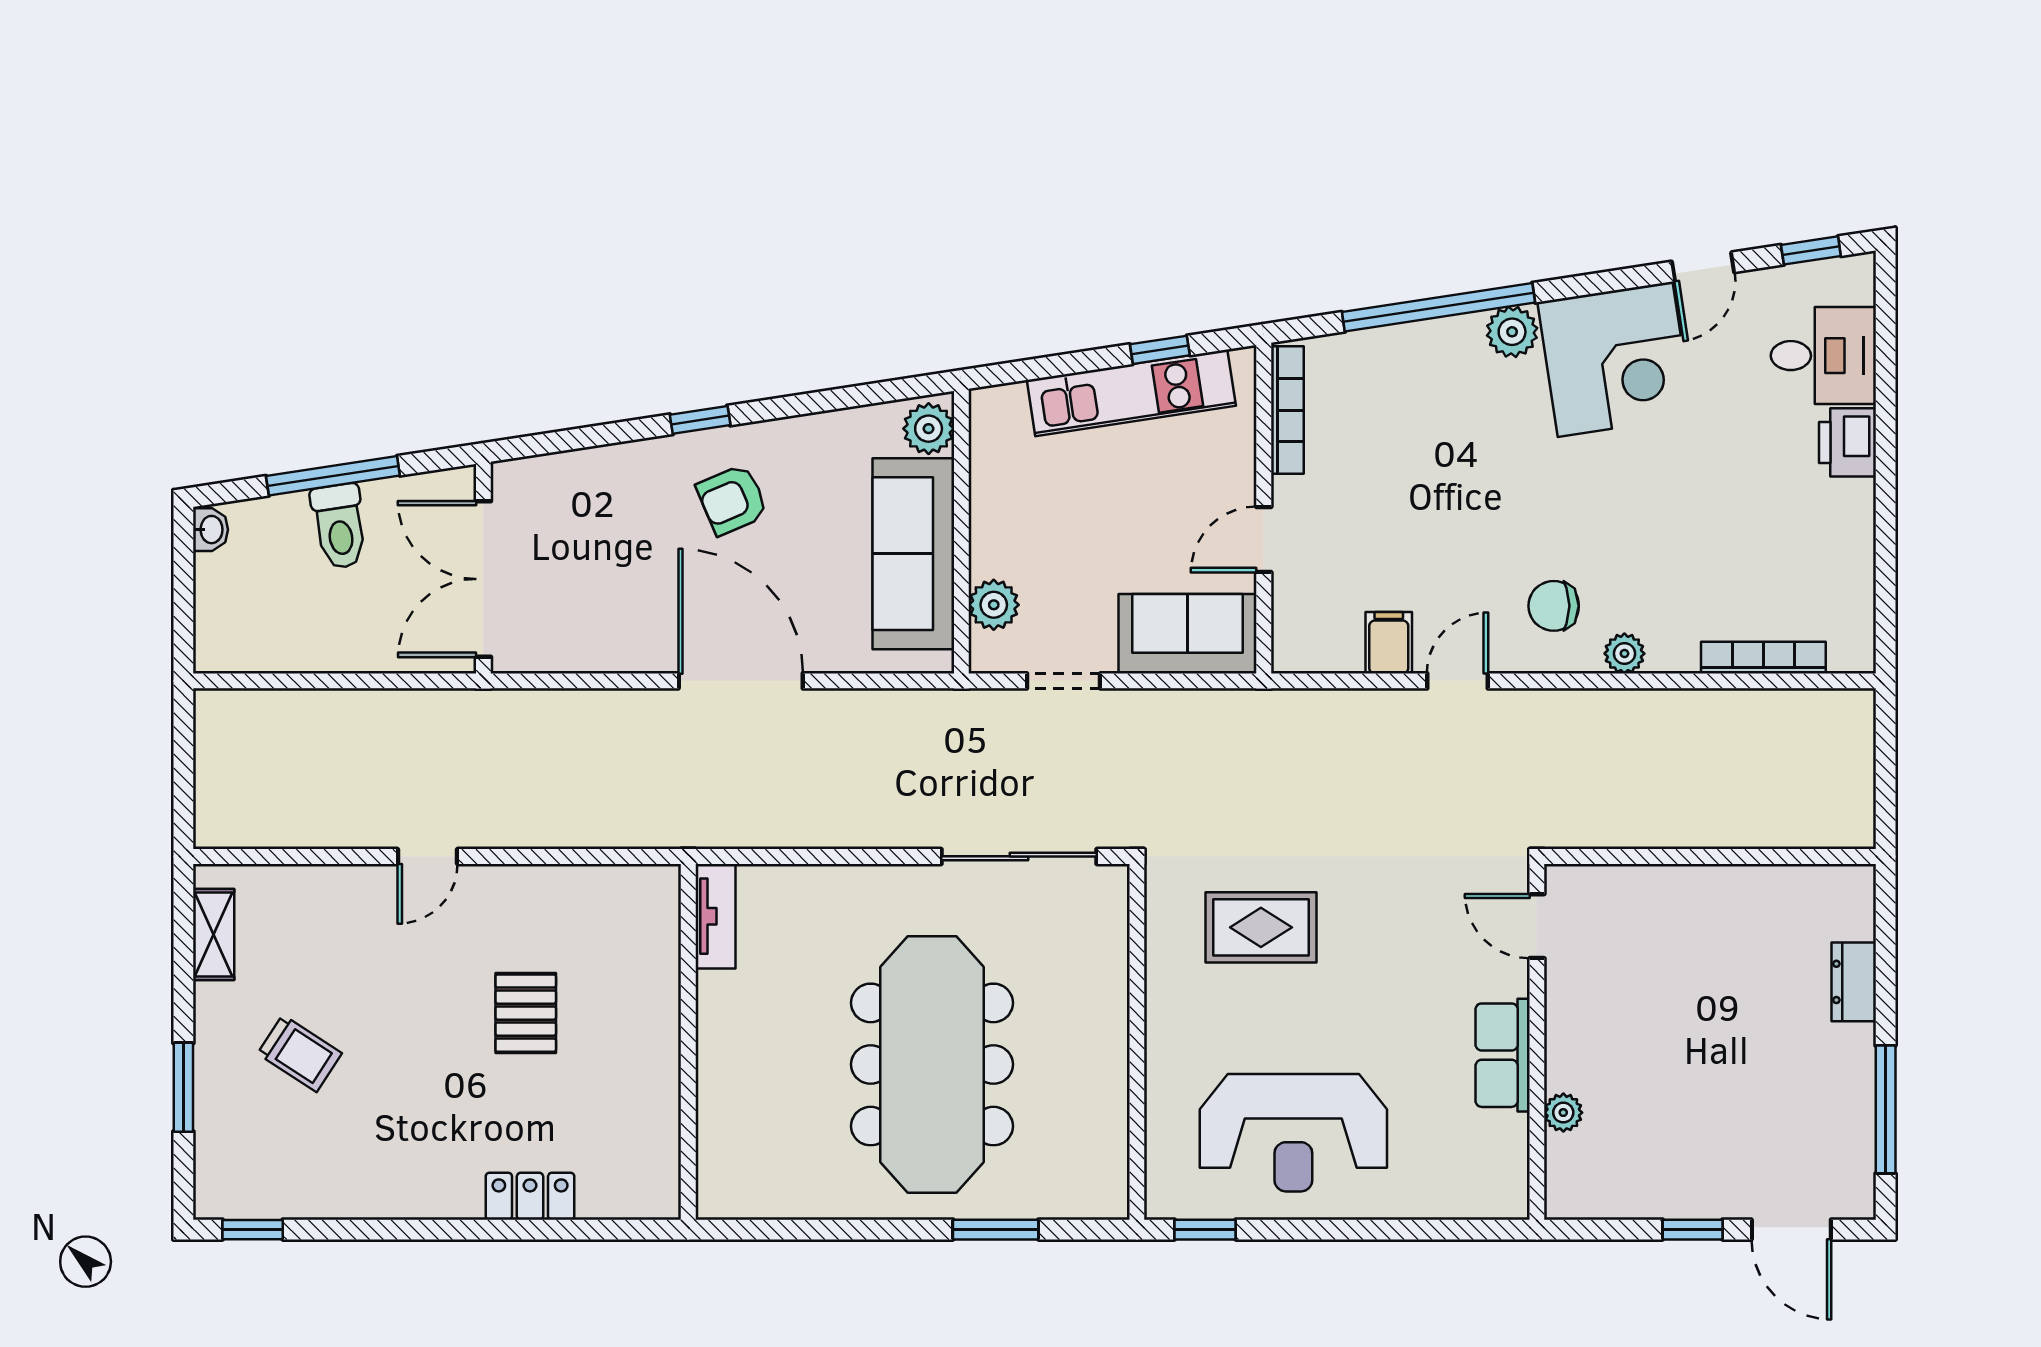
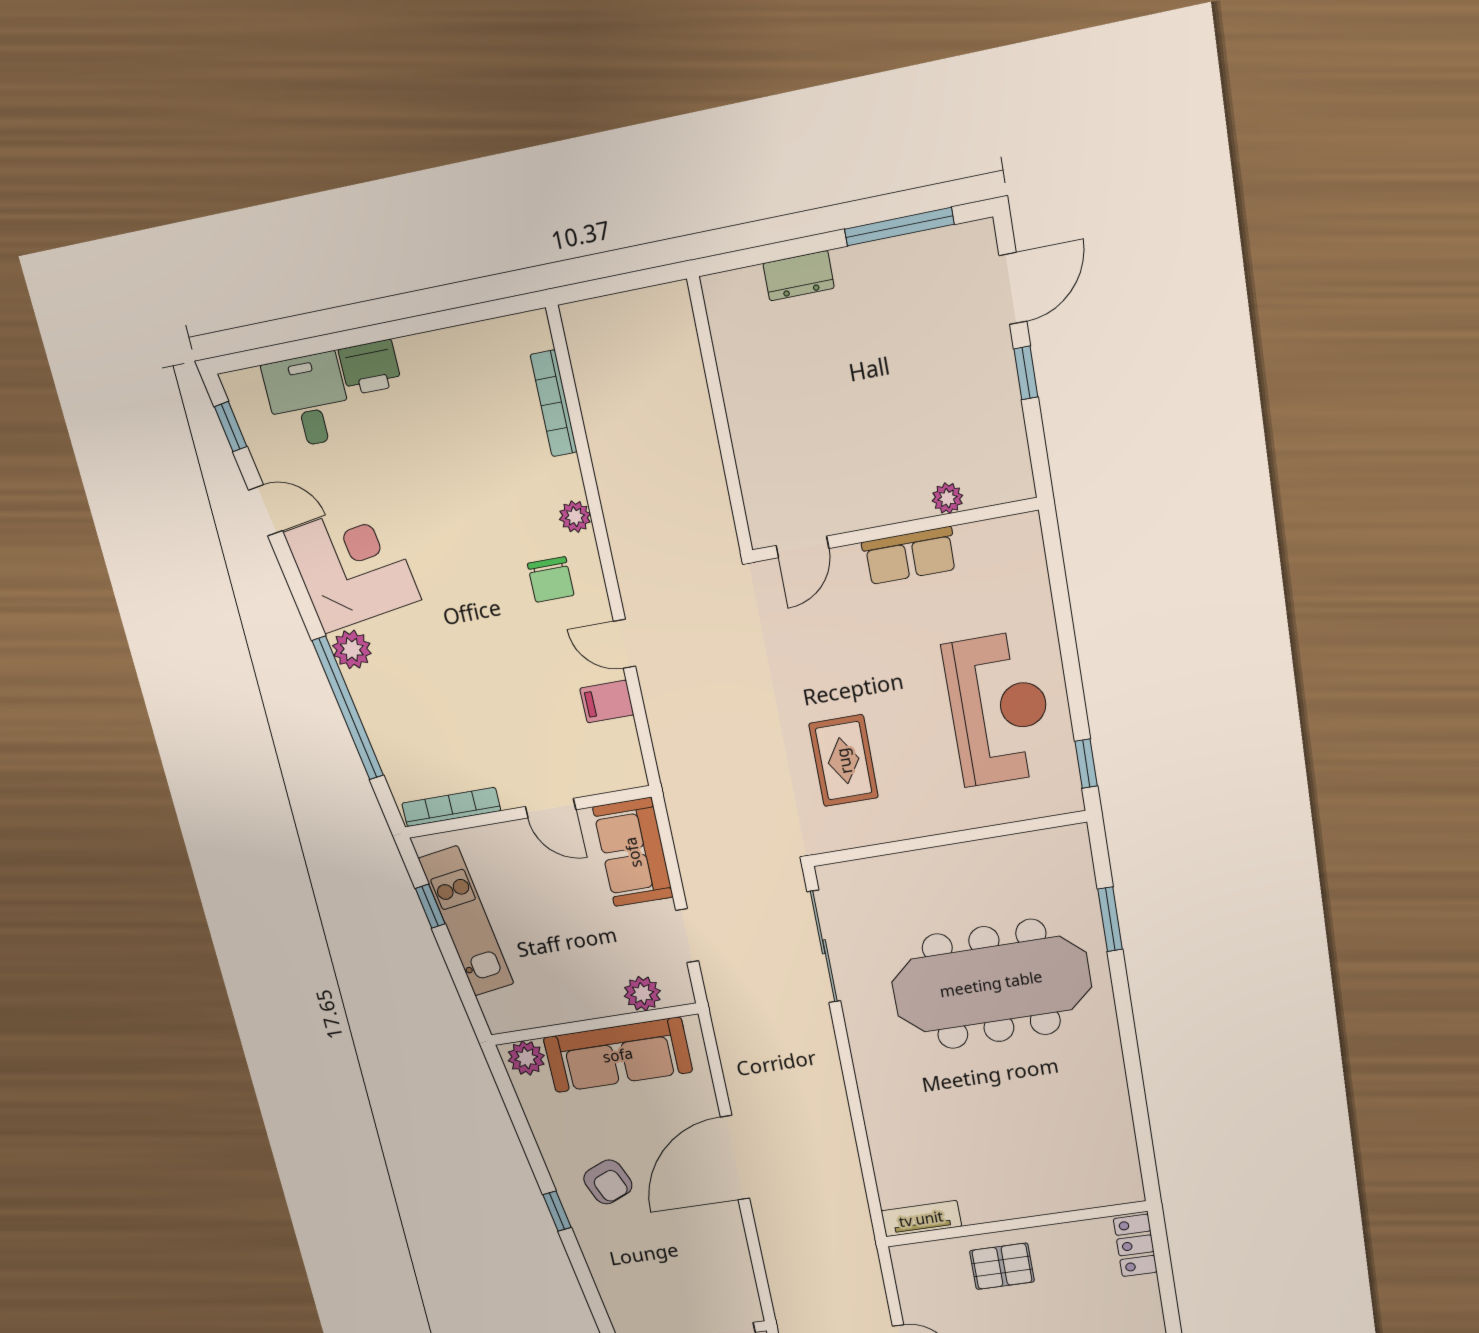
tv unit: (715, 916) -> (921, 1219), moved
wall: (688, 1042) -> (1016, 1224), moved

